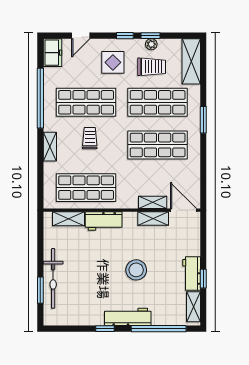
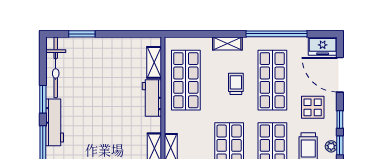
door: (81, 36) -> (340, 75), width x1.87
trolley: (90, 138) -> (236, 84), turned -90
stool: (136, 270) -> (102, 131), removed
bicycle: (53, 278) -> (56, 67), moved, turned -90
window: (105, 329) -> (43, 99), width x1.50

